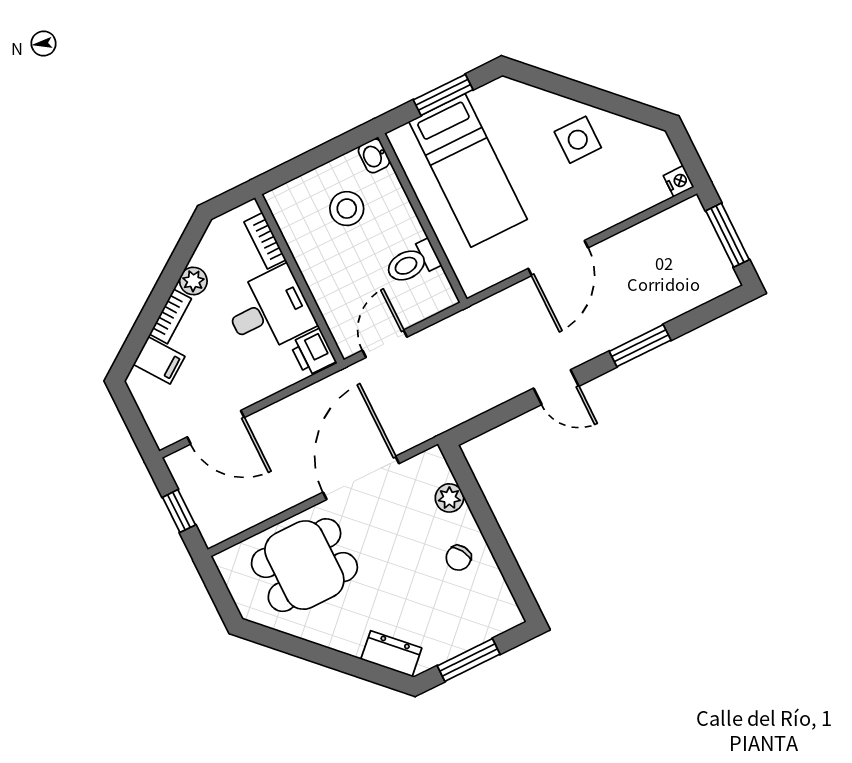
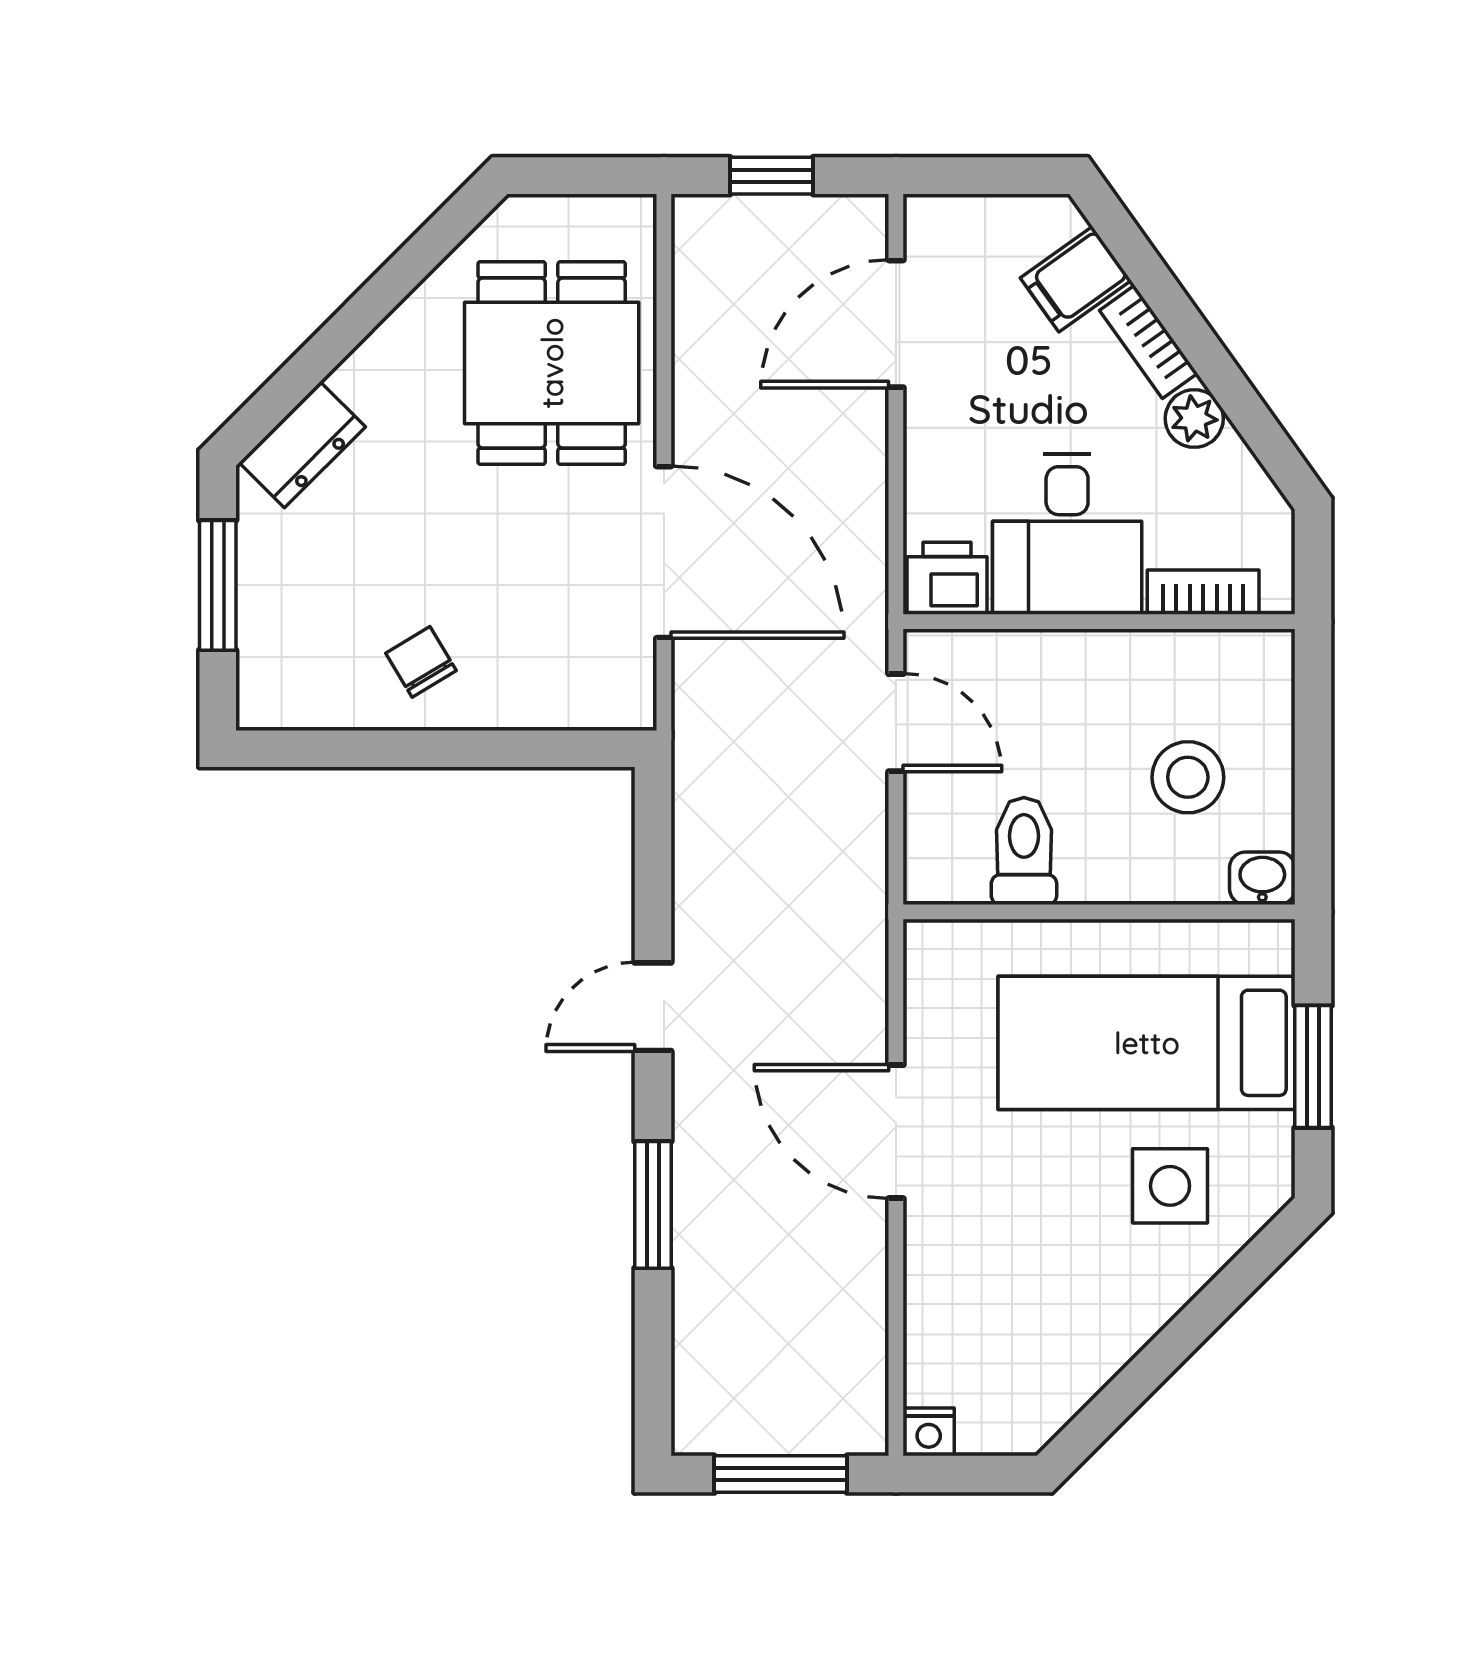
side table: (578, 140) -> (1170, 1186), moved
plant: (449, 498) -> (543, 701), removed

